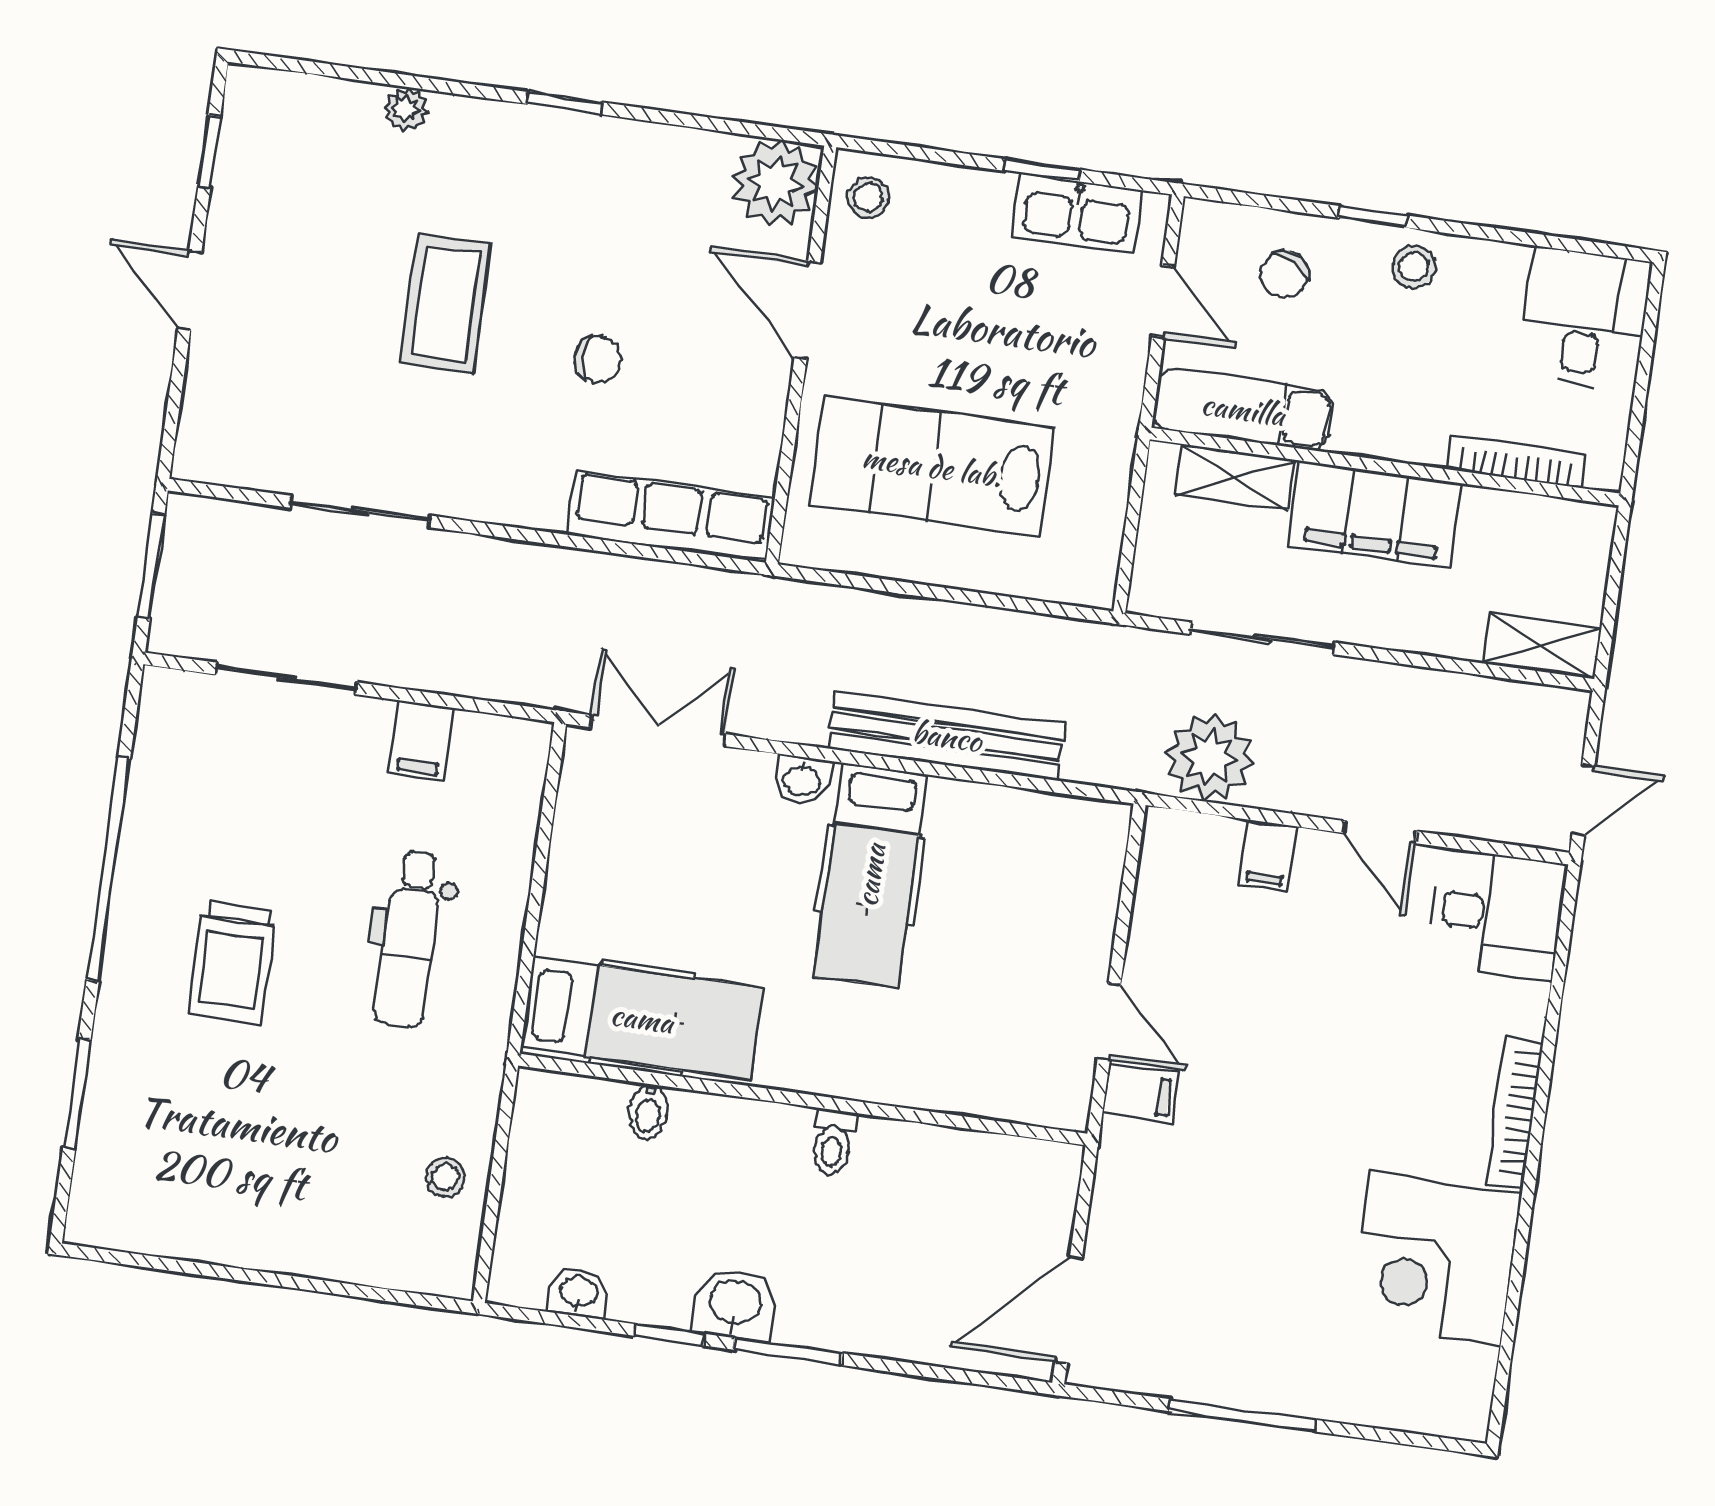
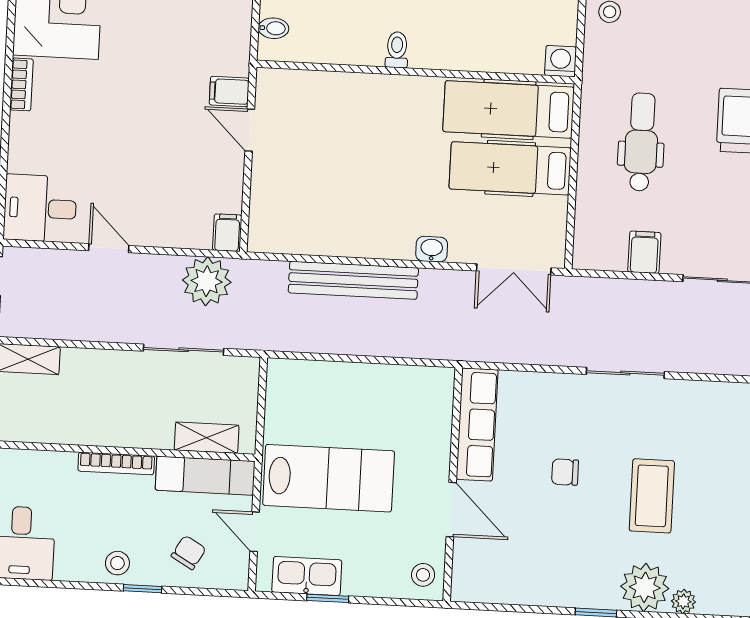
plant: (775, 183) -> (645, 587), moved
bookcase: (1517, 462) -> (116, 463), moved
lab bench: (932, 466) -> (329, 478), moved
sliding door: (360, 512) -> (625, 373), moved
filing cabinet: (1375, 514) -> (127, 424), removed
row of seats: (671, 516) -> (477, 424), moved, turned -90
filing cabinet: (1268, 856) -> (227, 233), moved
hospital bed: (870, 875) -> (510, 168), moved, turned -90
washing machine: (541, 1096) -> (561, 61), added
bidet: (648, 1111) -> (273, 28), moved, turned 90
bookcase: (1514, 1113) -> (21, 84), width x0.64

